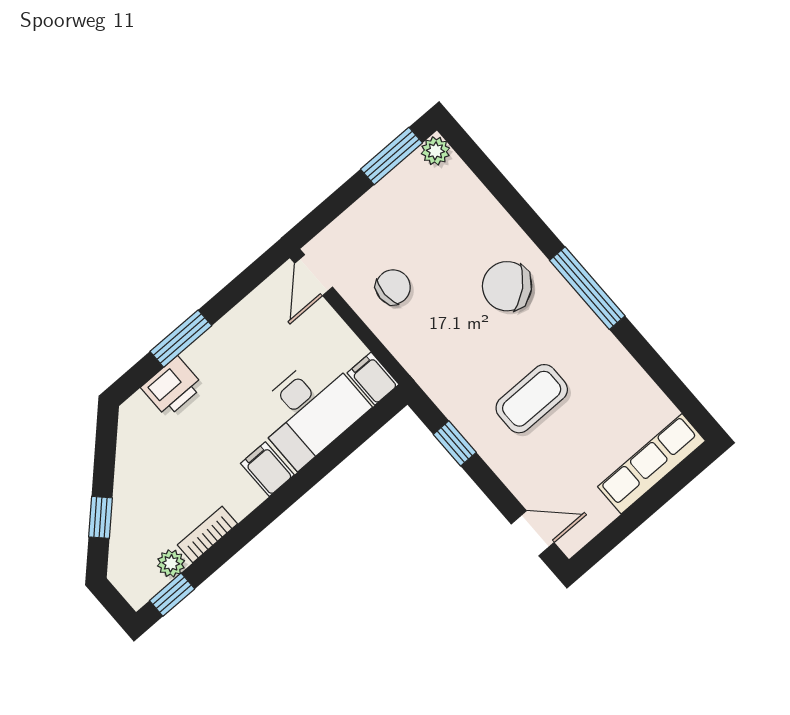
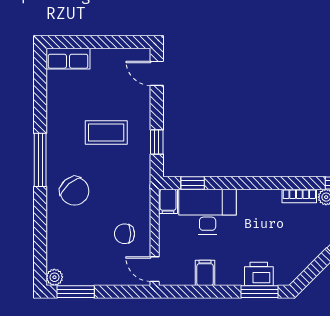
door: (314, 275) -> (155, 269), swing flipped
window: (181, 339) -> (259, 292), moved
window: (362, 431) -> (193, 183), added
row of seats: (652, 464) -> (68, 59), width x0.68
filing cabinet: (267, 469) -> (205, 273), moved, turned 180

